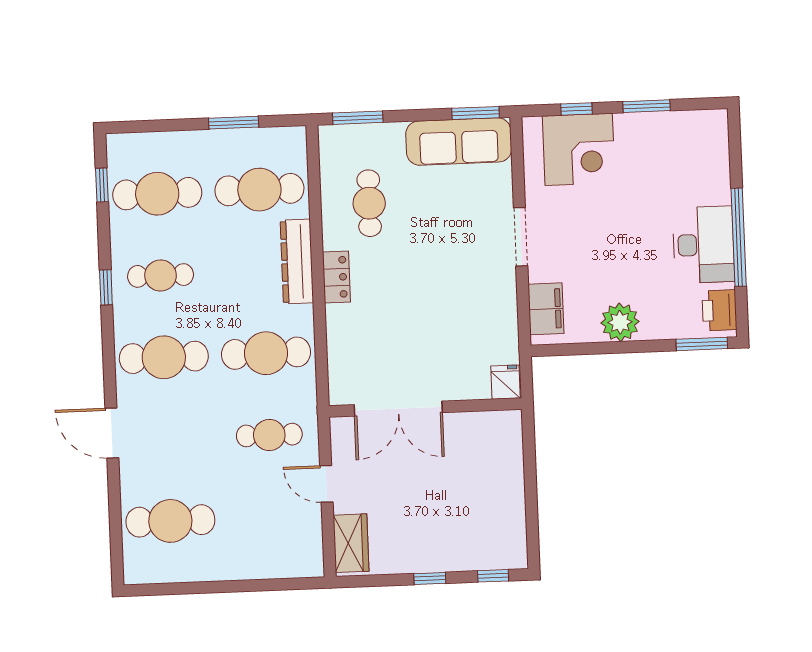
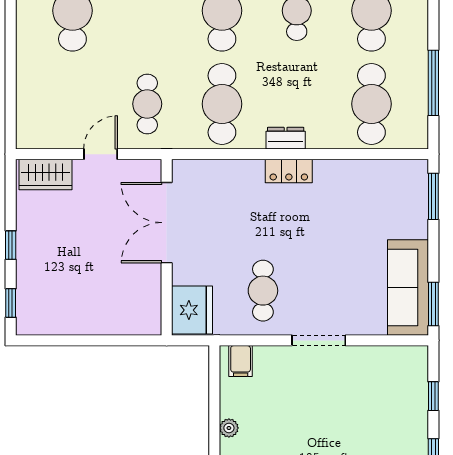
window: (234, 123) -> (433, 83), width x1.44
corner desk: (579, 149) -> (396, 397), removed
cafe table: (369, 203) -> (263, 291), moved, turned 90
dresser: (297, 262) -> (286, 138), width x0.51, depth x0.80
filing cabinet: (546, 309) -> (241, 361), width x0.50
plant: (620, 322) -> (229, 428), width x0.53, depth x0.53
fridge: (505, 382) -> (192, 310), width x1.88, depth x1.34

